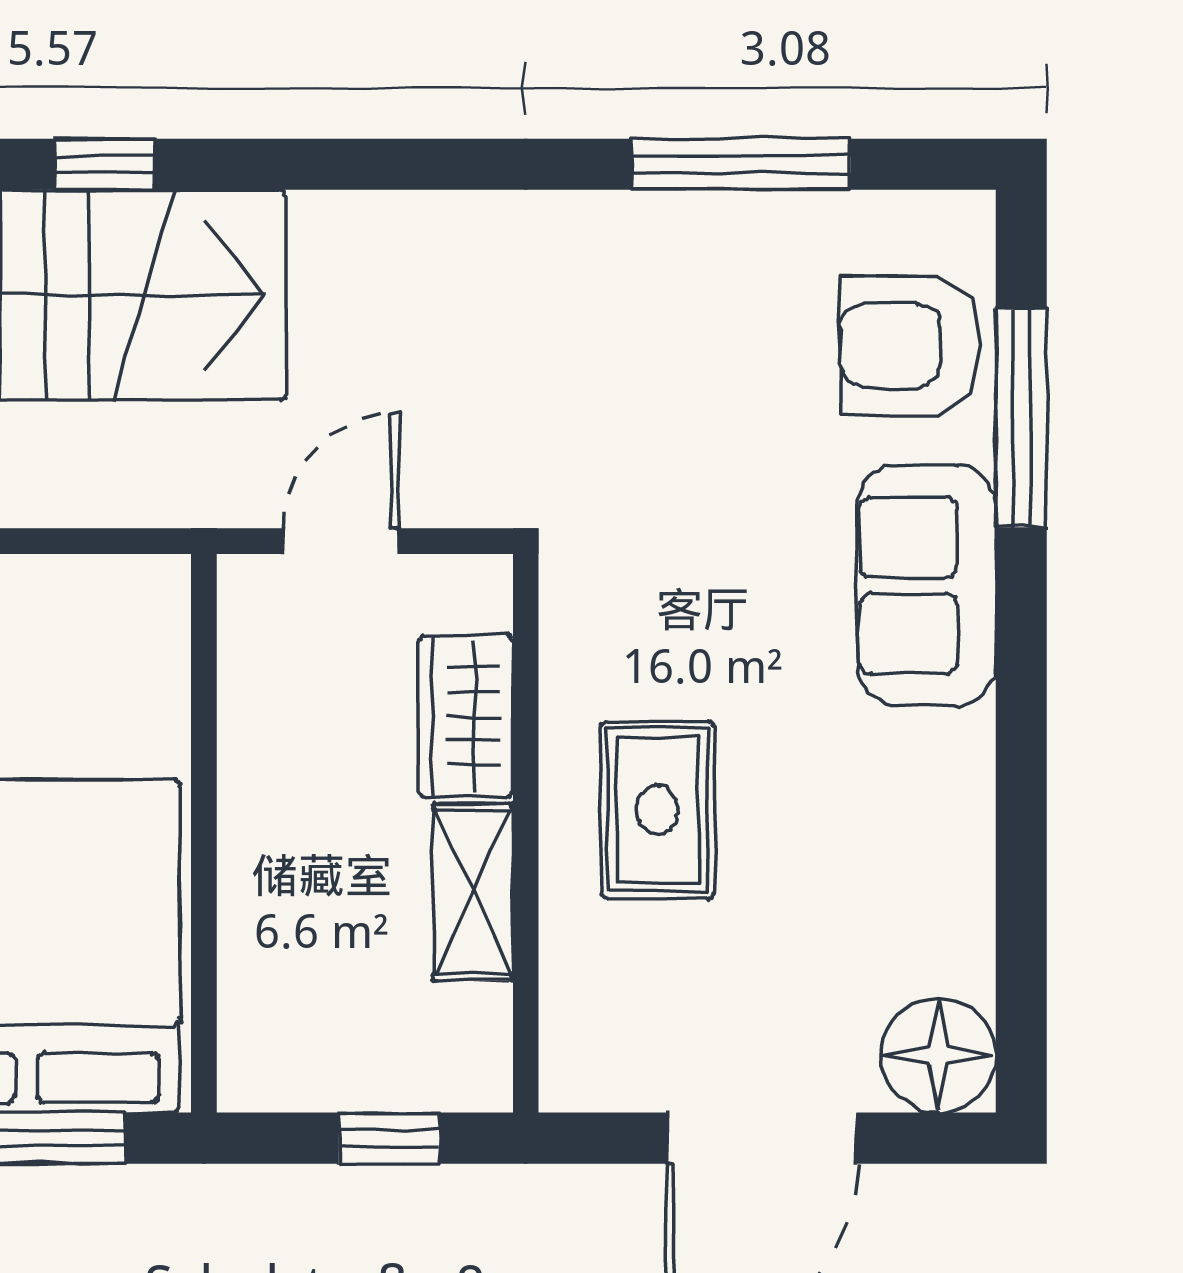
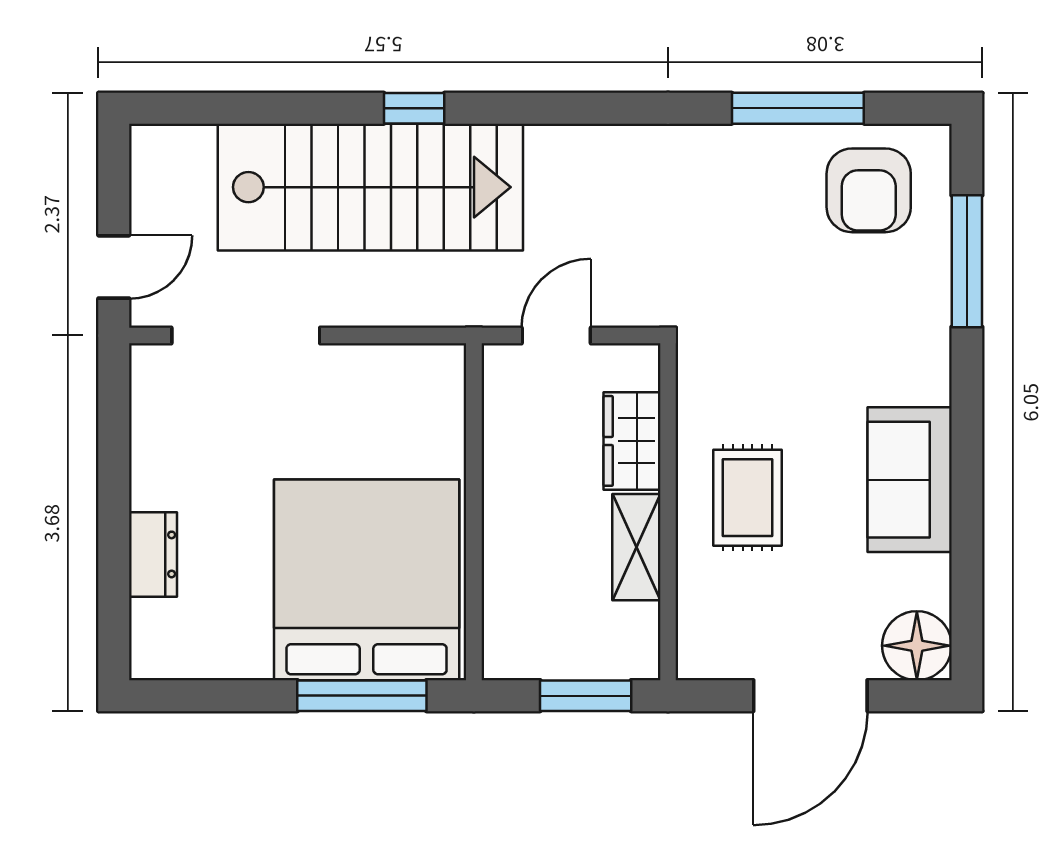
armchair: (910, 345) -> (869, 190), moved, turned -90
sofa: (926, 585) -> (910, 480), moved
window: (389, 1138) -> (586, 696), width x1.50

